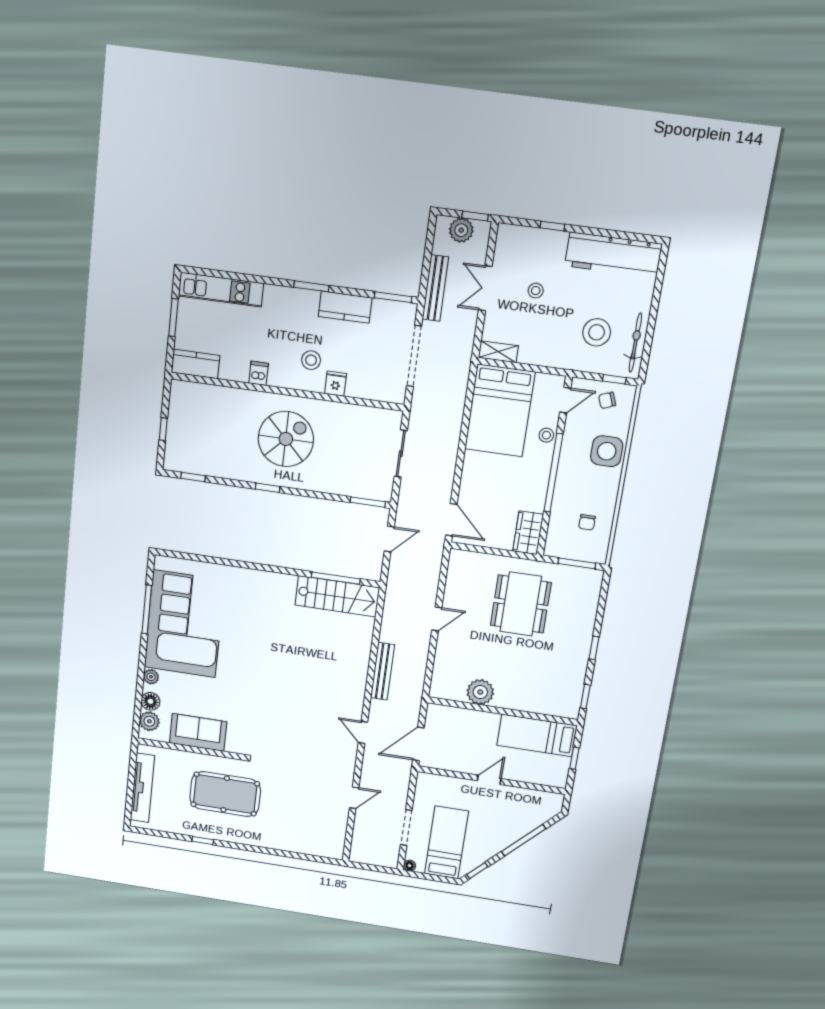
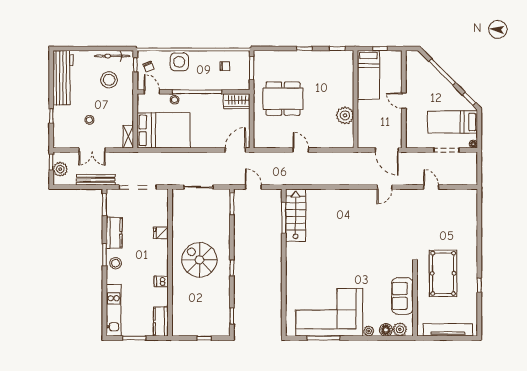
stool: (311, 360) -> (115, 263), moved
bench: (382, 671) -> (341, 180), removed

